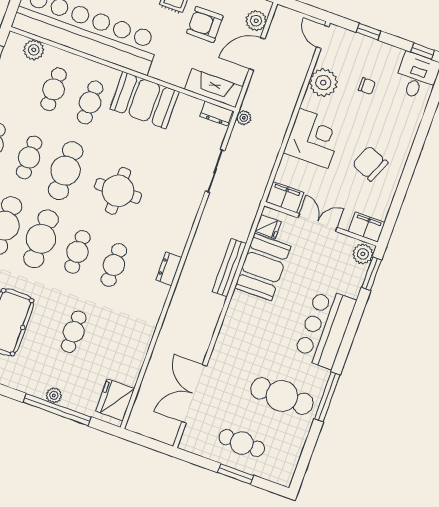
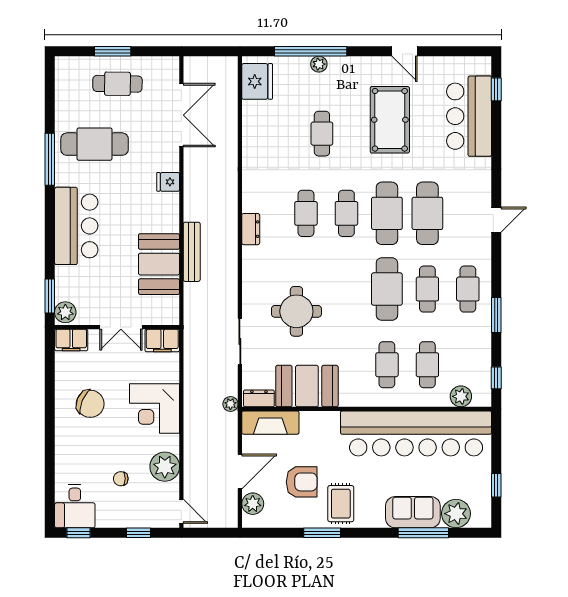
booth: (144, 100) -> (307, 386), moved
round table: (118, 191) -> (296, 311), moved
fridge: (268, 227) -> (168, 182), moved

